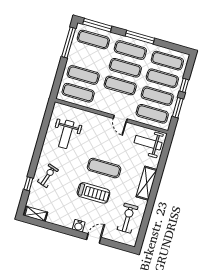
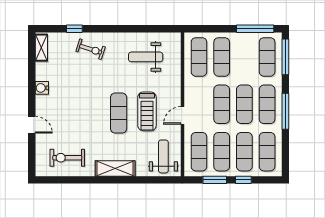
treadmill: (93, 193) -> (147, 111), moved
exercise bike: (128, 218) -> (67, 158), turned 180
water cooler: (79, 226) -> (42, 88), moved

